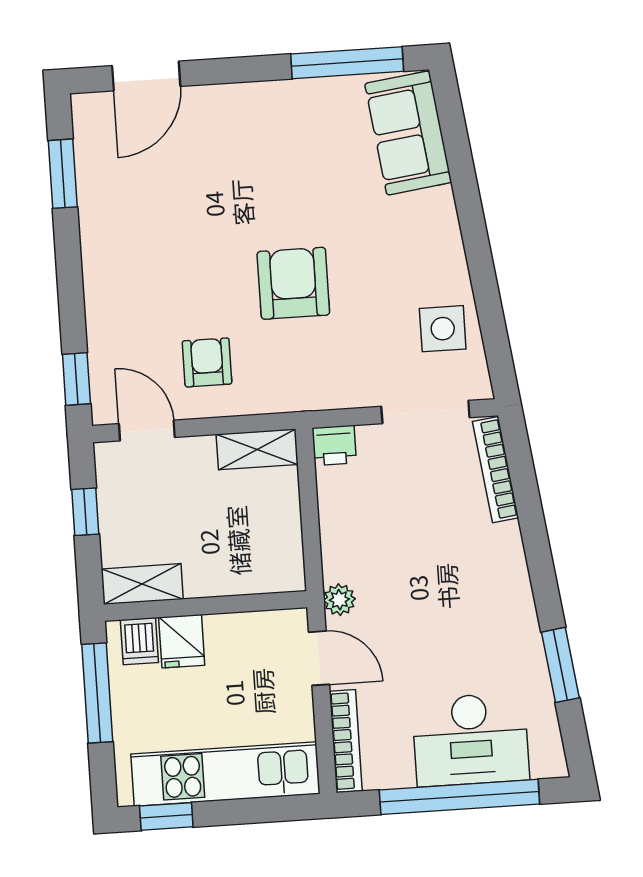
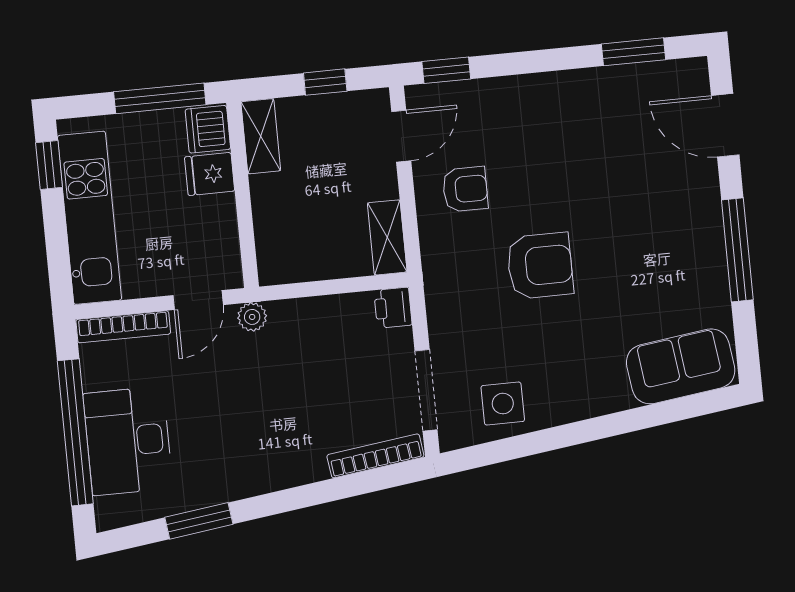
window: (347, 63) -> (737, 250), moved
dishwasher: (139, 641) -> (208, 129), width x1.38

